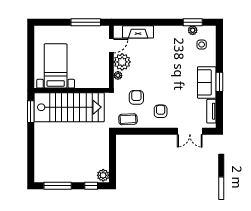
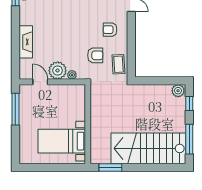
fireplace: (138, 32) -> (26, 42), moved
armchair: (136, 97) -> (95, 55), turned 180
stairs: (69, 107) -> (148, 148), moved, turned -90

